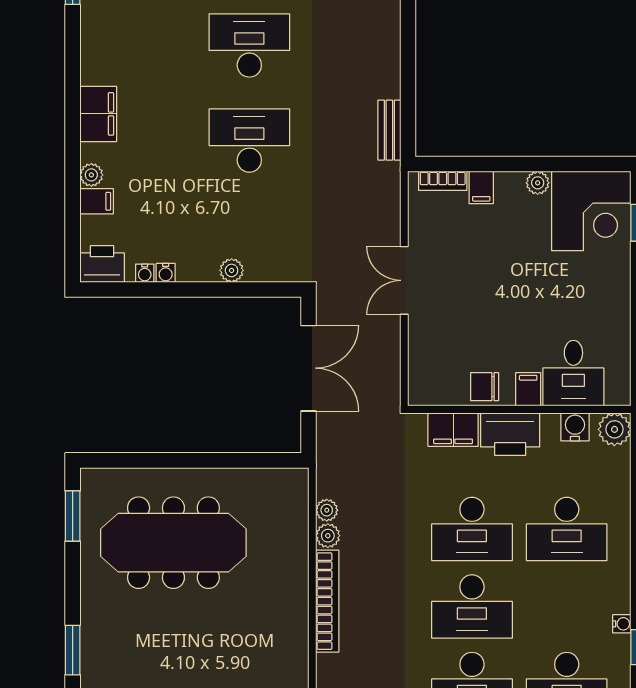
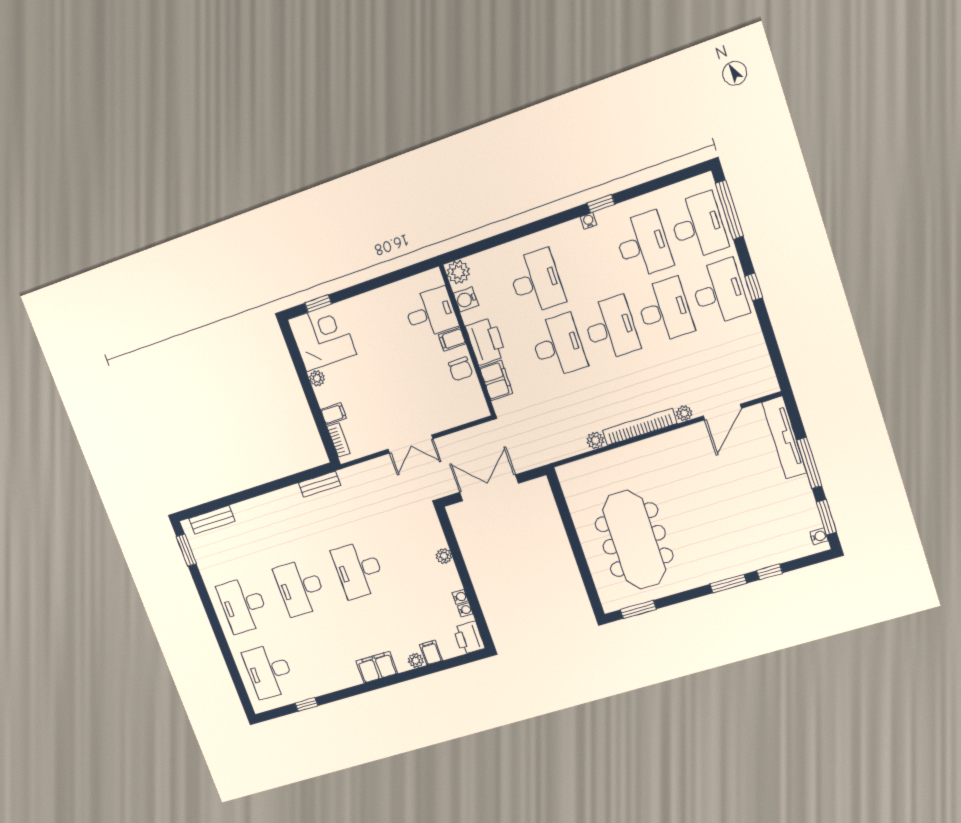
plant: (327, 510) -> (684, 413), moved

